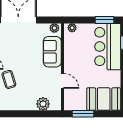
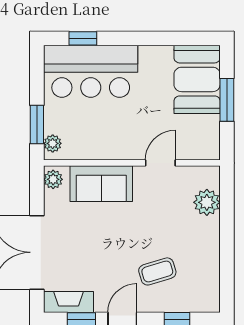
window: (105, 20) -> (37, 125), moved
window: (83, 114) -> (227, 100), moved

